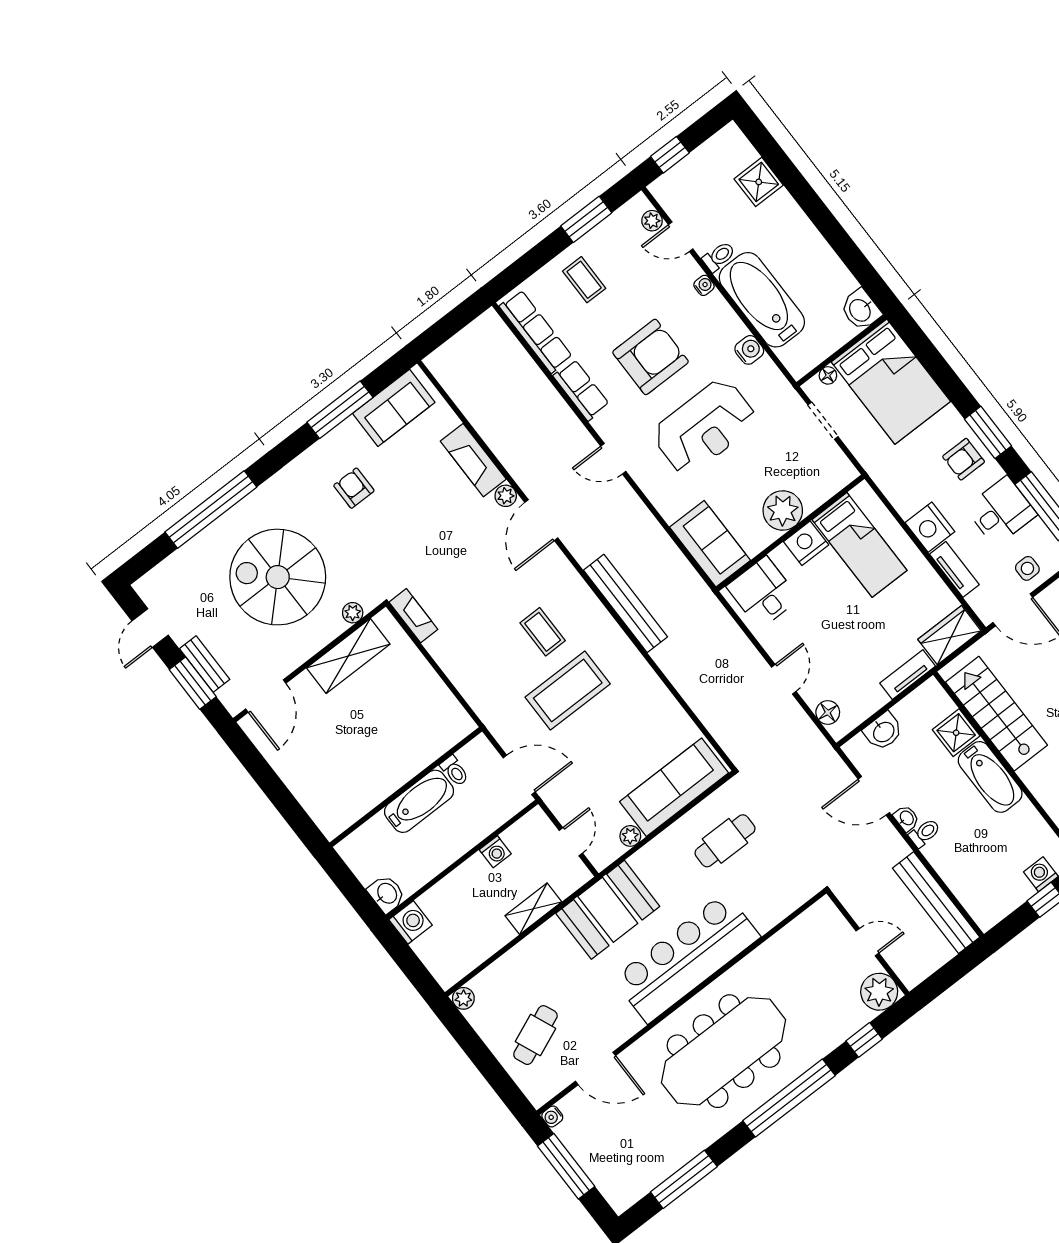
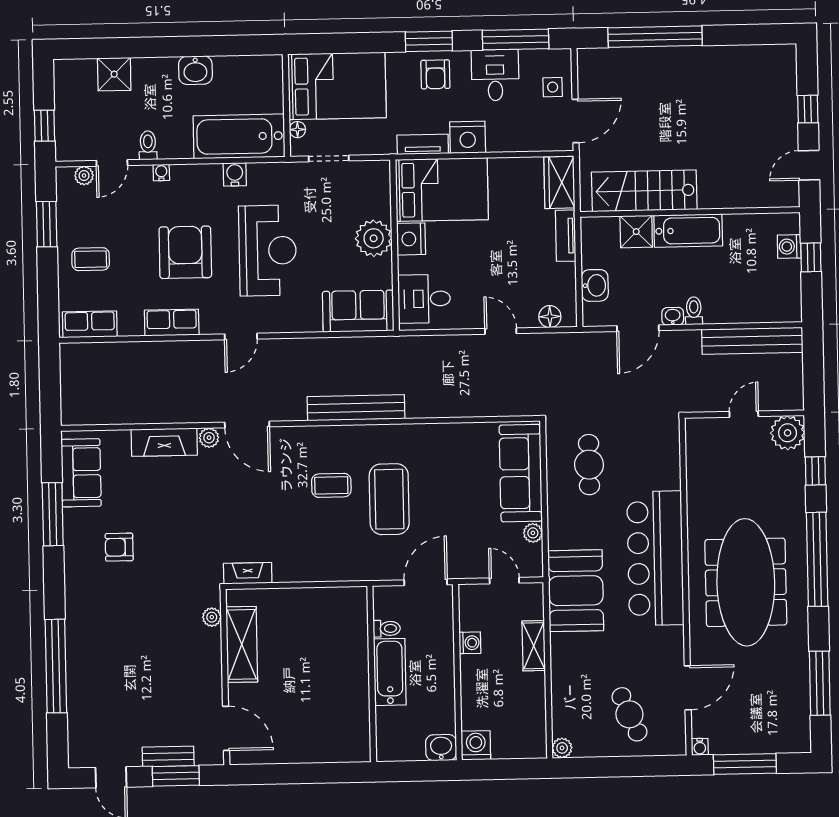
bathtub: (762, 300) -> (239, 136), moved
washbasin: (861, 310) -> (195, 70), moved
row of seats: (536, 332) -> (90, 324), width x0.68
bed: (860, 545) -> (442, 190), width x1.50
tv unit: (954, 569) -> (423, 144), moved
spiral stairs: (278, 577) -> (144, 654), removed

